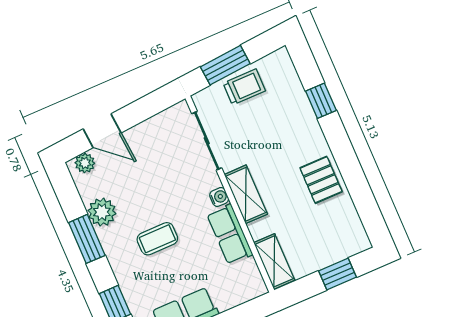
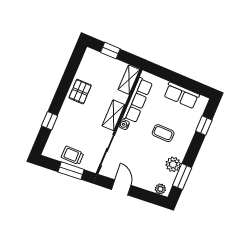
door: (102, 131) -> (121, 187), moved
row of seats: (230, 234) -> (137, 100), width x1.48
window: (87, 239) -> (182, 177), moved

